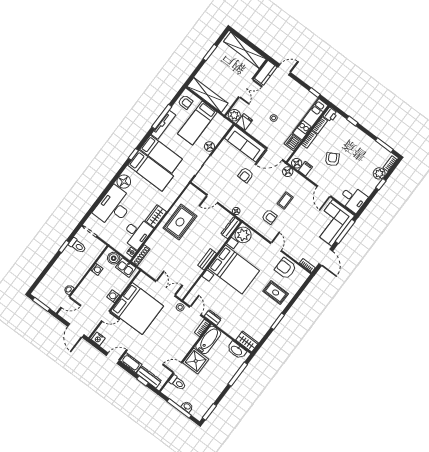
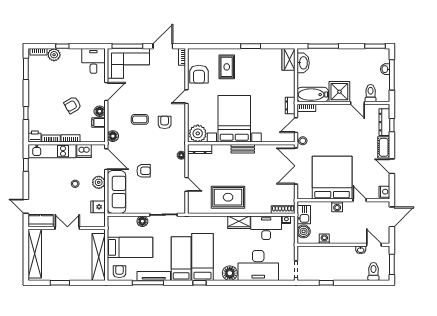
plant: (234, 115) -> (99, 182), moved
floor lamp: (297, 163) -> (100, 111), moved
toilet: (77, 246) -> (373, 271), moved
double door: (165, 289) -> (296, 166), width x1.37

